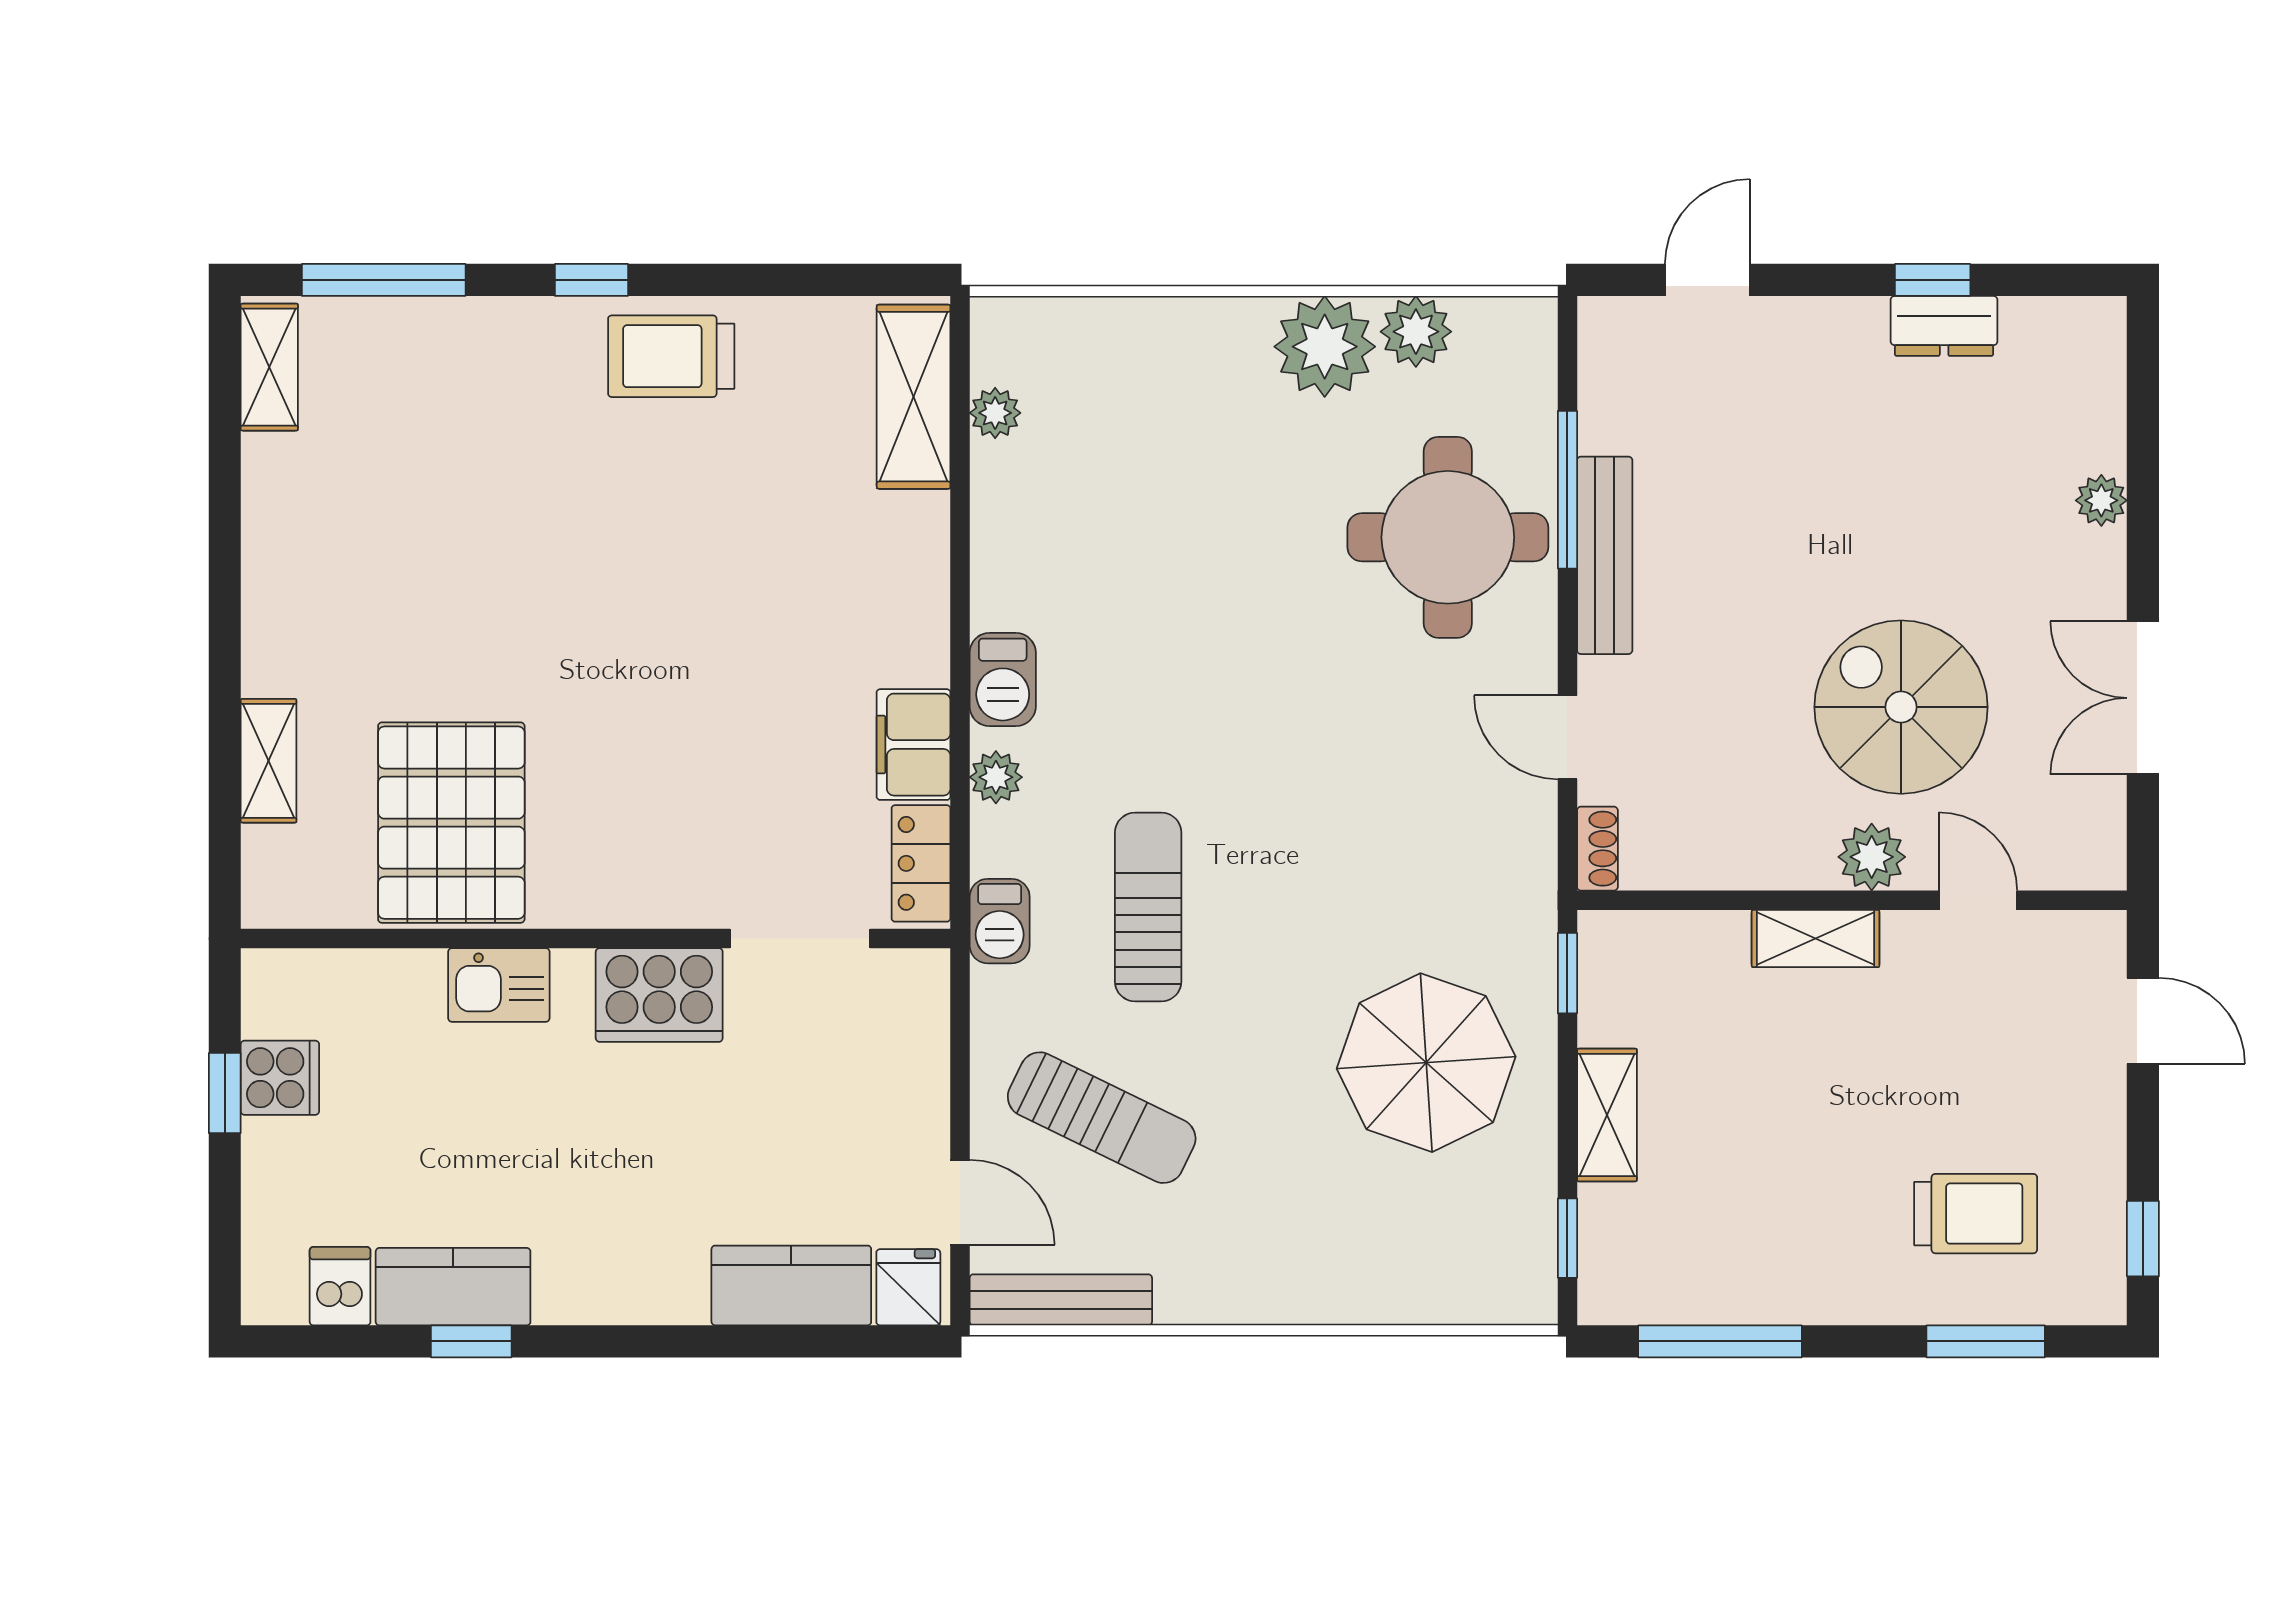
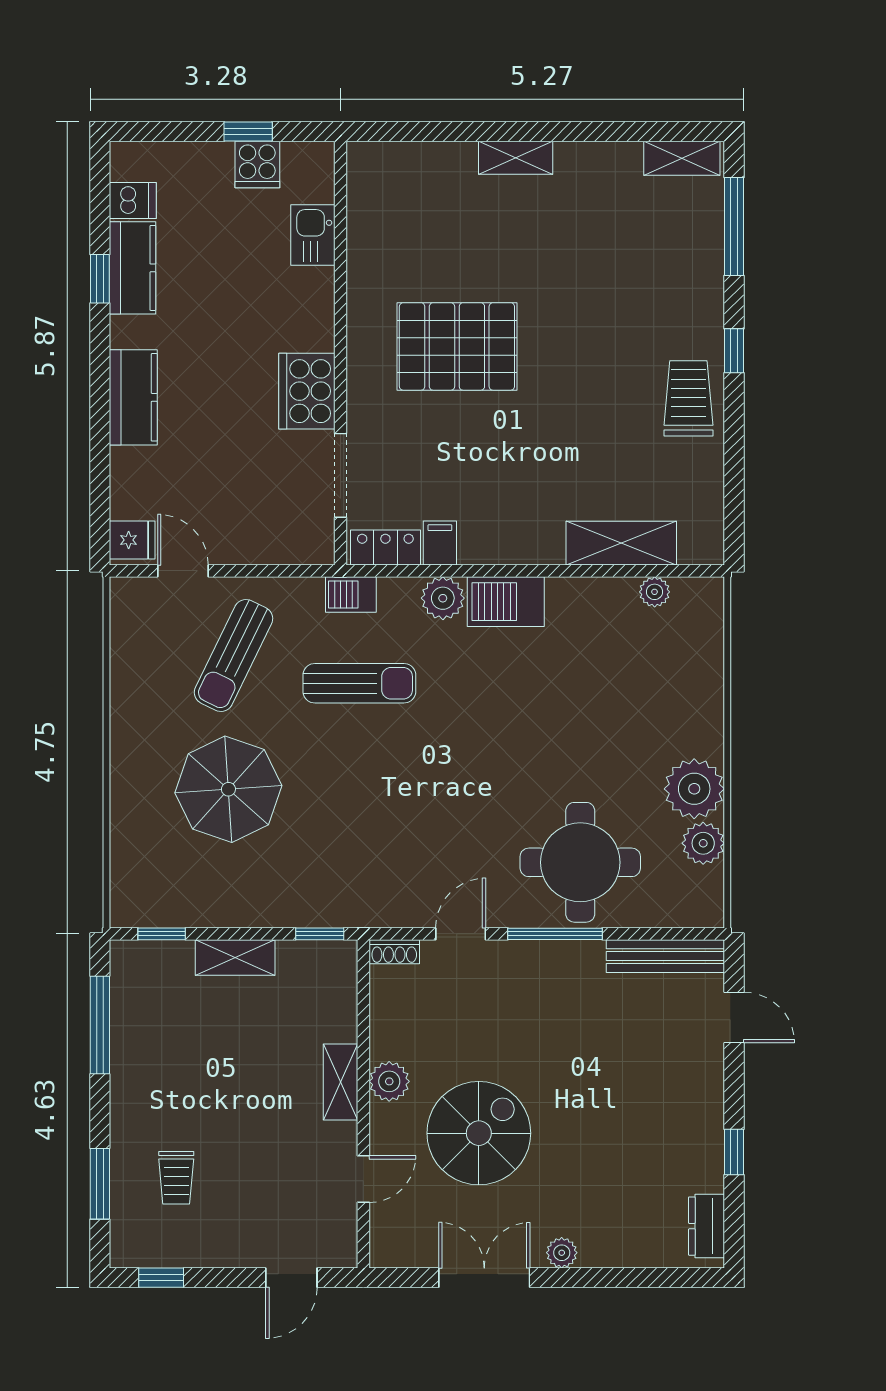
dresser: (1944, 326) -> (707, 1226), moved
shelving: (914, 397) -> (621, 543), moved
window: (1567, 490) -> (555, 934), moved
plant: (2101, 500) -> (562, 1253), moved
bench: (1605, 555) -> (665, 956), moved
barbecue: (1003, 680) -> (506, 602), width x1.38, depth x1.27
filing cabinet: (913, 745) -> (440, 543), width x0.50
shelving: (269, 761) -> (516, 158), moved
plant: (996, 777) -> (443, 598), width x1.38, depth x1.38
pallet: (451, 823) -> (457, 346), moved
plant: (1872, 857) -> (389, 1081), moved
kitchen sink: (499, 985) -> (313, 235), moved
parasol: (1426, 1063) -> (228, 789), moved
door: (960, 1202) -> (183, 571), swing flipped
trolley: (1976, 1214) -> (176, 1178), width x0.73, depth x0.72
kitchen counter: (791, 1285) -> (133, 397), moved
bench: (1061, 1300) -> (125, 631), removed

